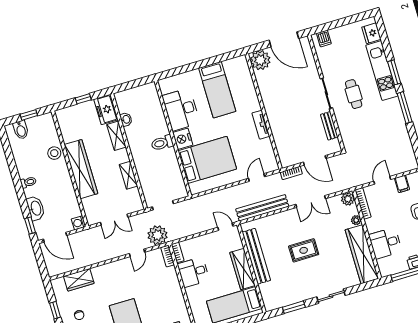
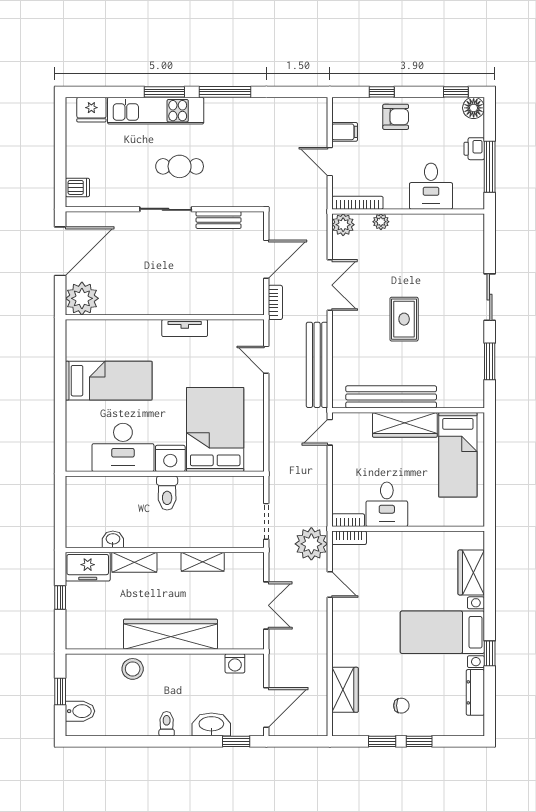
washing machine: (78, 223) -> (235, 663), moved
wardrobe: (362, 254) -> (438, 229), removed

